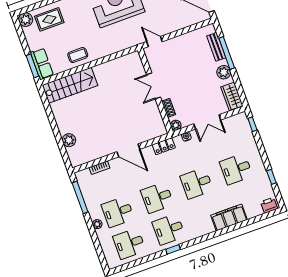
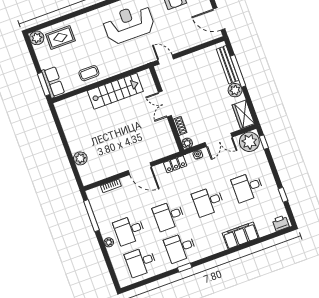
bench: (216, 47) -> (228, 65), width x1.36
stairs: (70, 85) -> (115, 91), moved
plant: (238, 124) -> (249, 142), added

